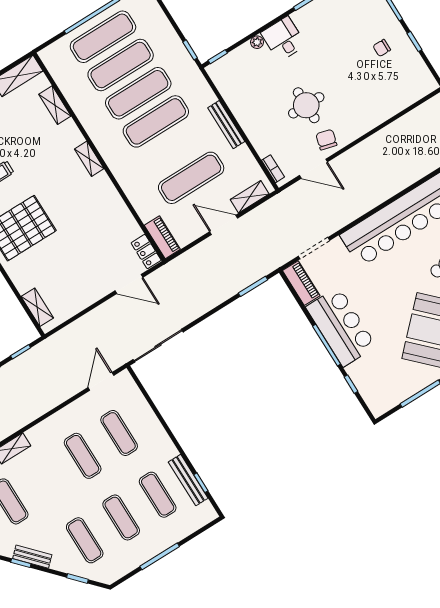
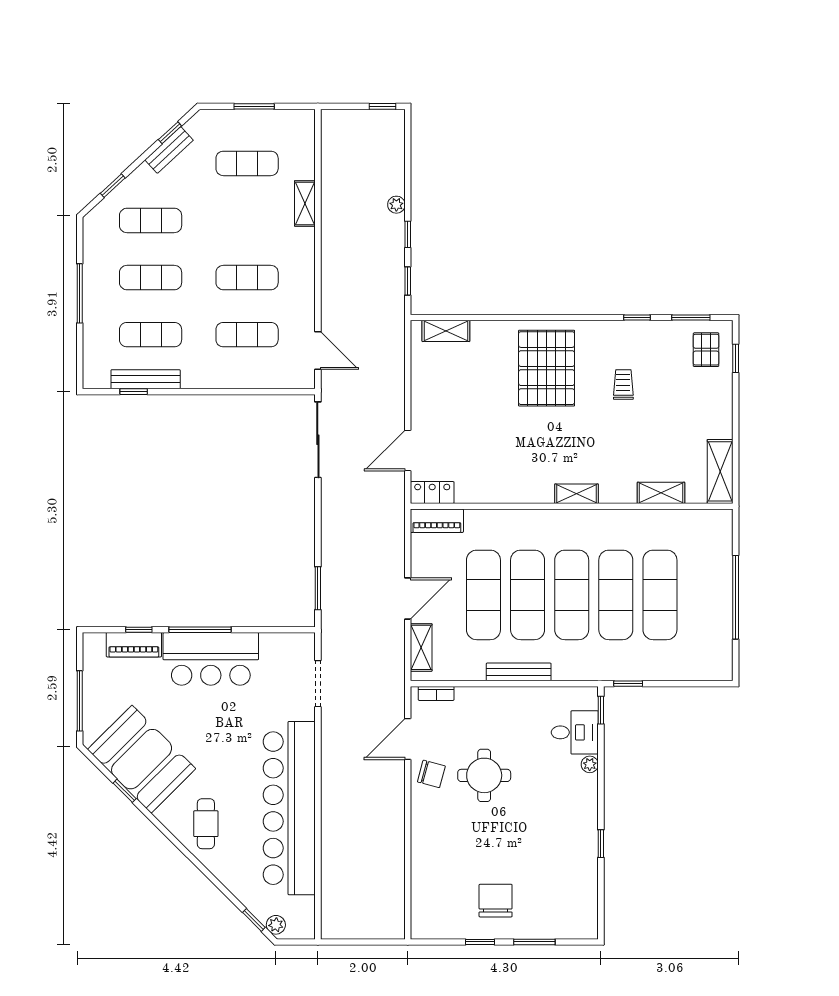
exercise mat: (103, 37) -> (528, 595), moved
desk: (283, 39) -> (575, 732), moved
chair: (382, 48) -> (496, 901), width x1.87, depth x1.87
piano: (301, 283) -> (134, 645), moved

